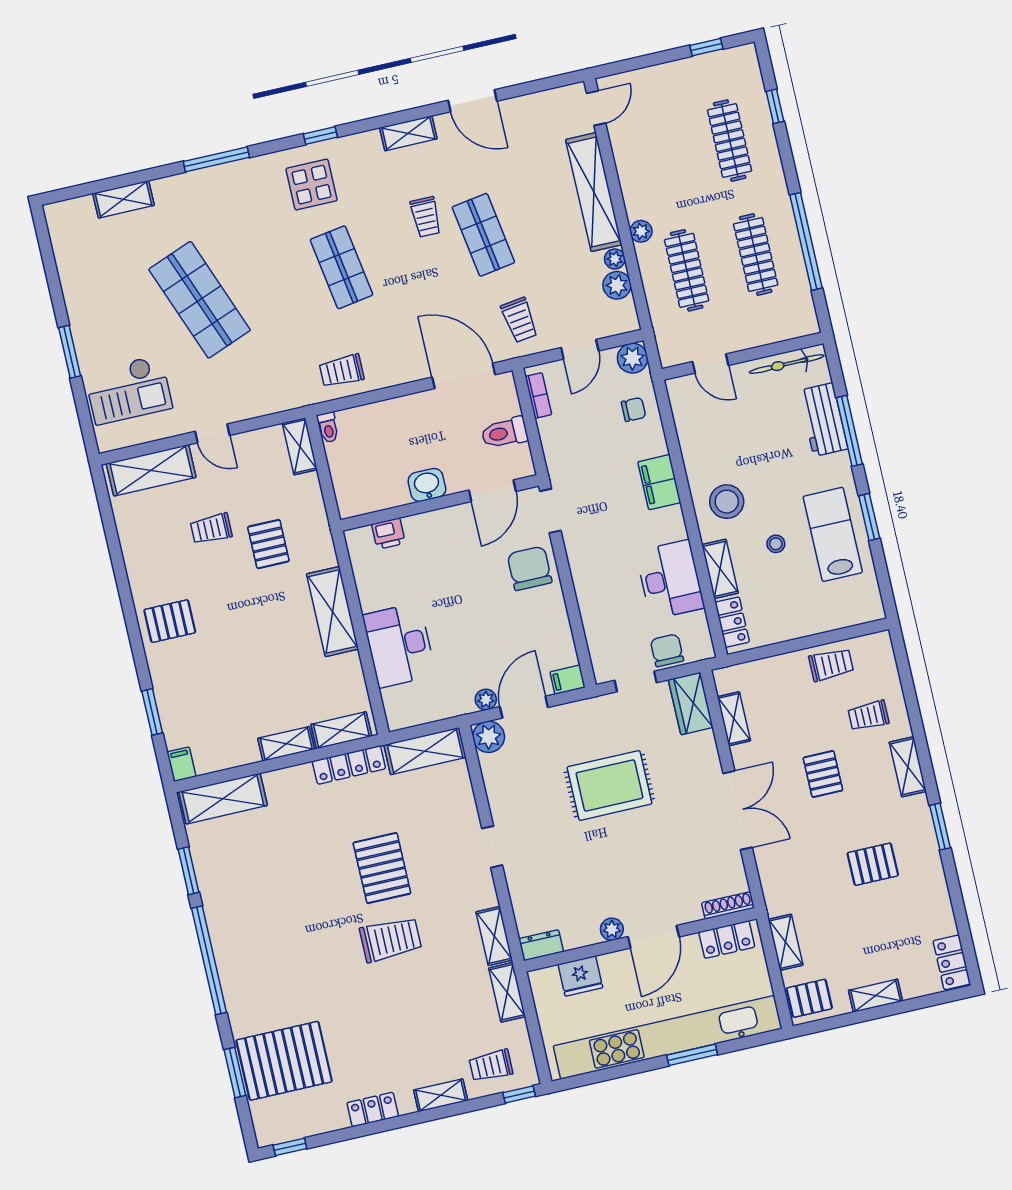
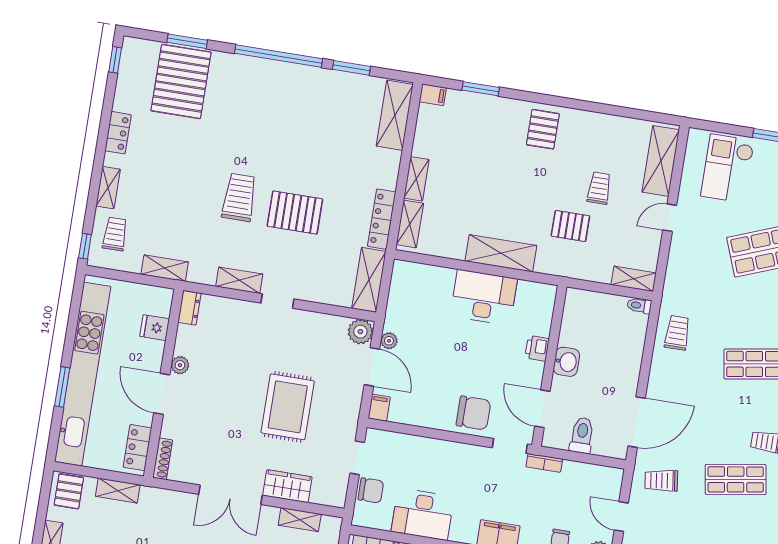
bookcase: (538, 396) -> (544, 463), moved
printer: (388, 534) -> (537, 348), moved
desk: (399, 645) -> (484, 297), moved
wardrobe: (691, 704) -> (287, 486), moved
shelving: (494, 936) -> (239, 280), moved
trolley: (391, 939) -> (239, 197), turned 180
fridge: (580, 976) -> (155, 328), width x0.72

